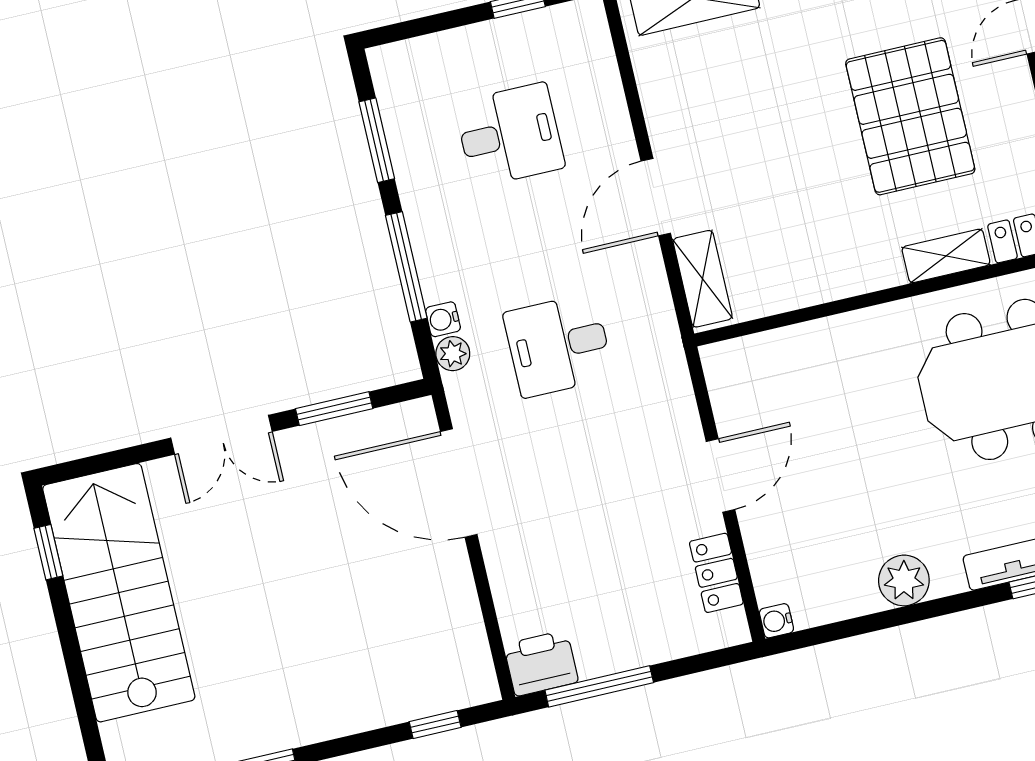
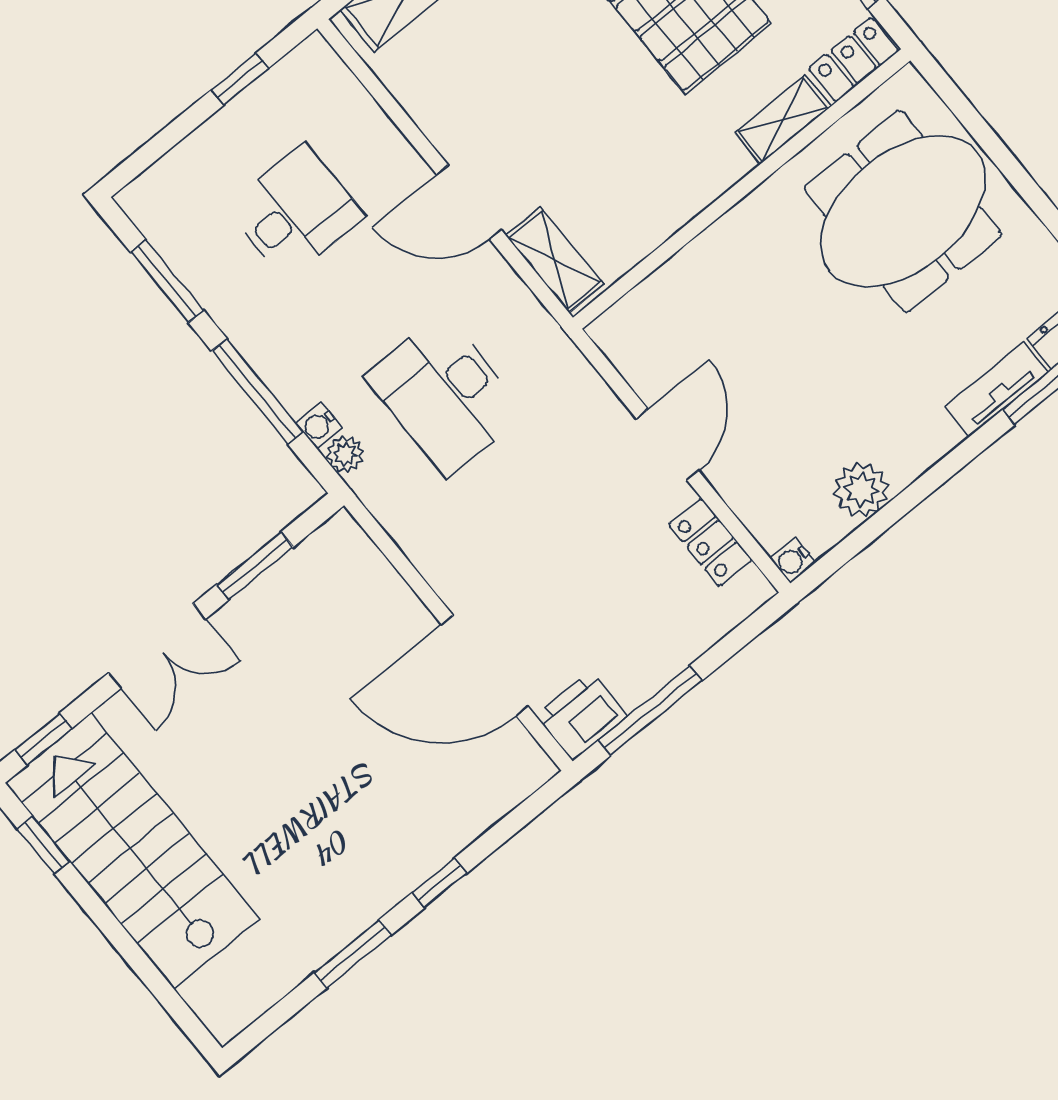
door: (656, 197) -> (469, 202), hinge flipped
desk: (558, 345) -> (445, 395), width x1.37
window: (91, 465) -> (43, 739), added
door: (459, 483) -> (485, 666), moved
plant: (904, 580) -> (861, 490), moved
window: (435, 725) -> (439, 883), moved

